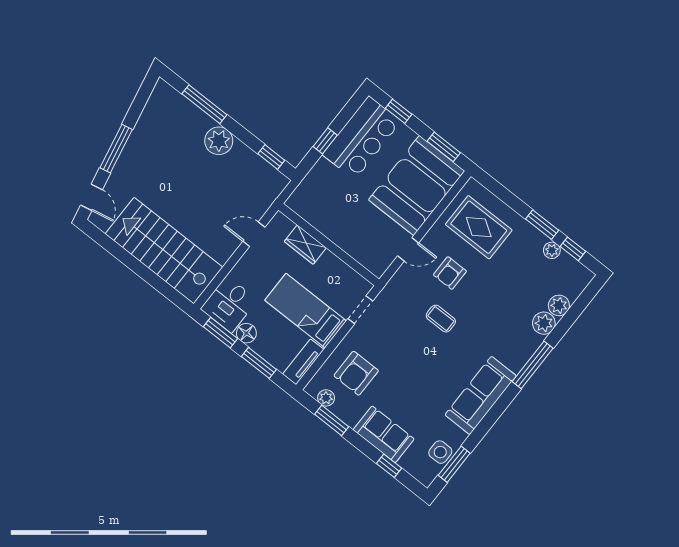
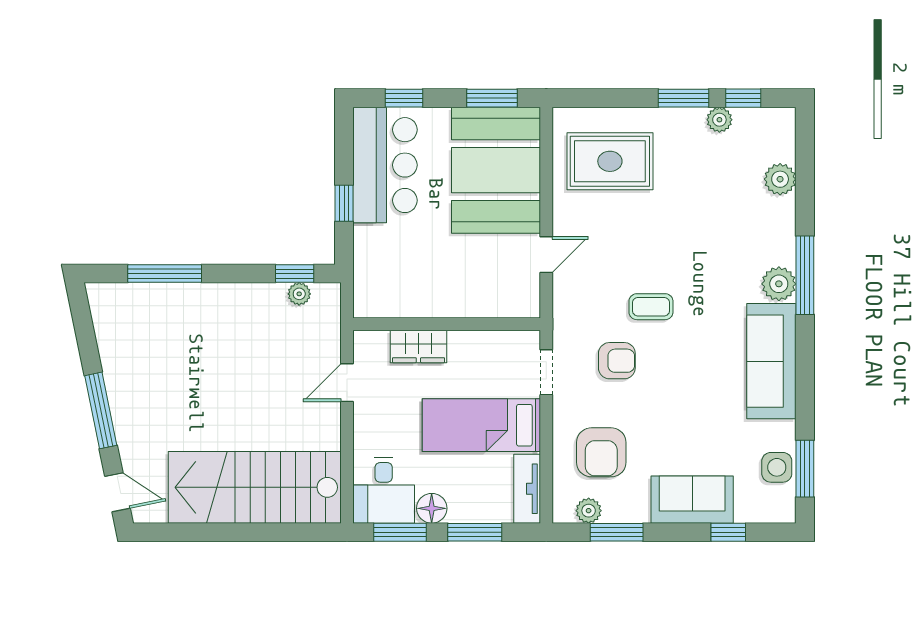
plant: (219, 141) -> (299, 294), moved, width x0.53, depth x0.53
armchair: (450, 273) -> (617, 361), moved, turned -90
plant: (544, 323) -> (779, 284), moved

